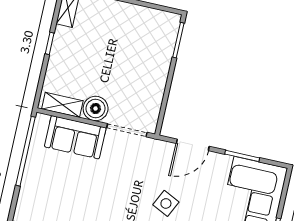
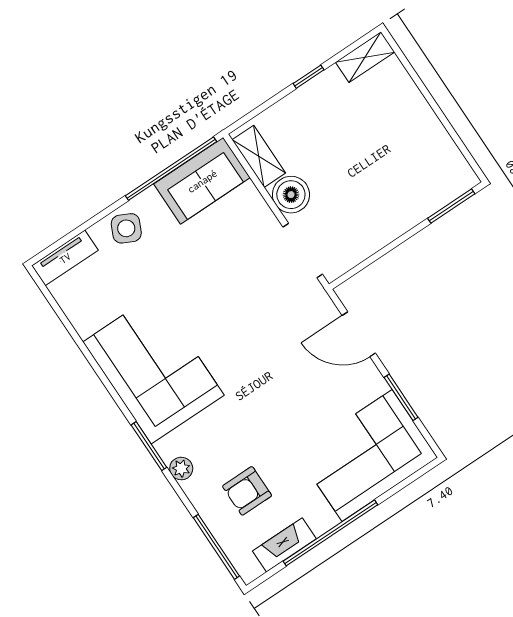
sofa: (75, 137) -> (202, 181), moved, turned -90
side table: (166, 203) -> (126, 228), moved

